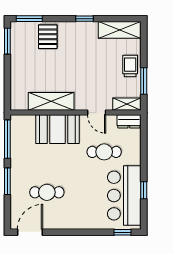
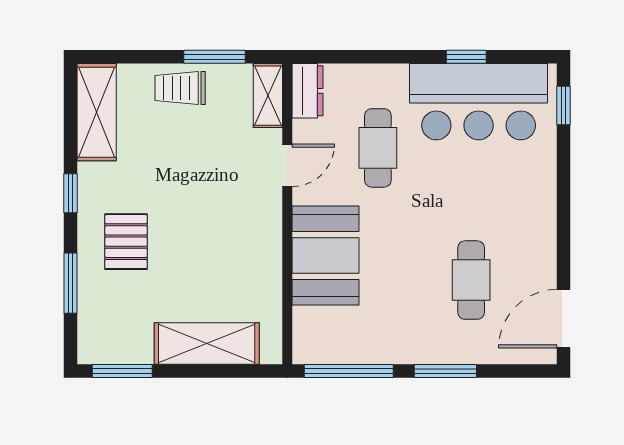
window: (29, 19) -> (71, 283), moved
pallet: (48, 37) -> (126, 242), moved, turned 90
shelving: (51, 101) -> (207, 343), moved, turned 90
door: (30, 232) -> (563, 319), hinge flipped

